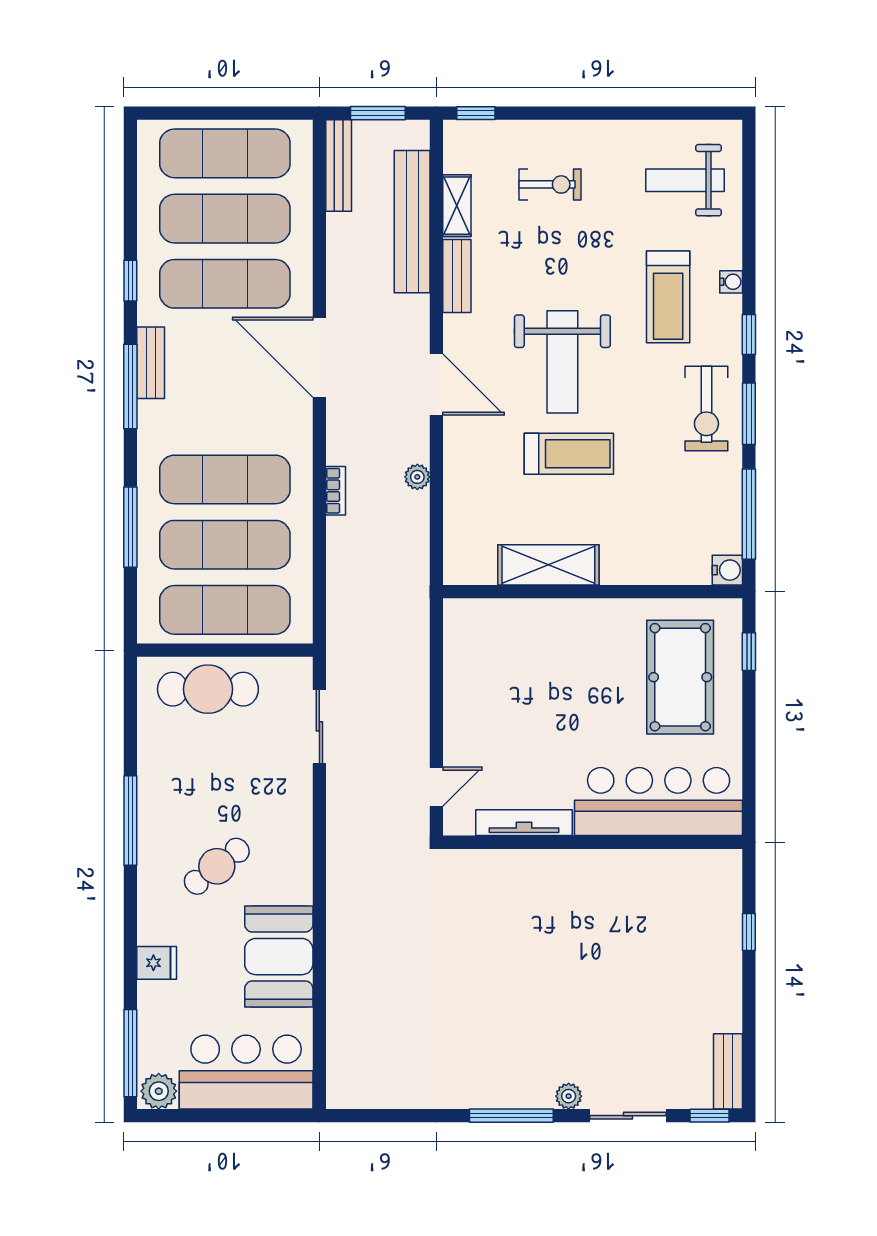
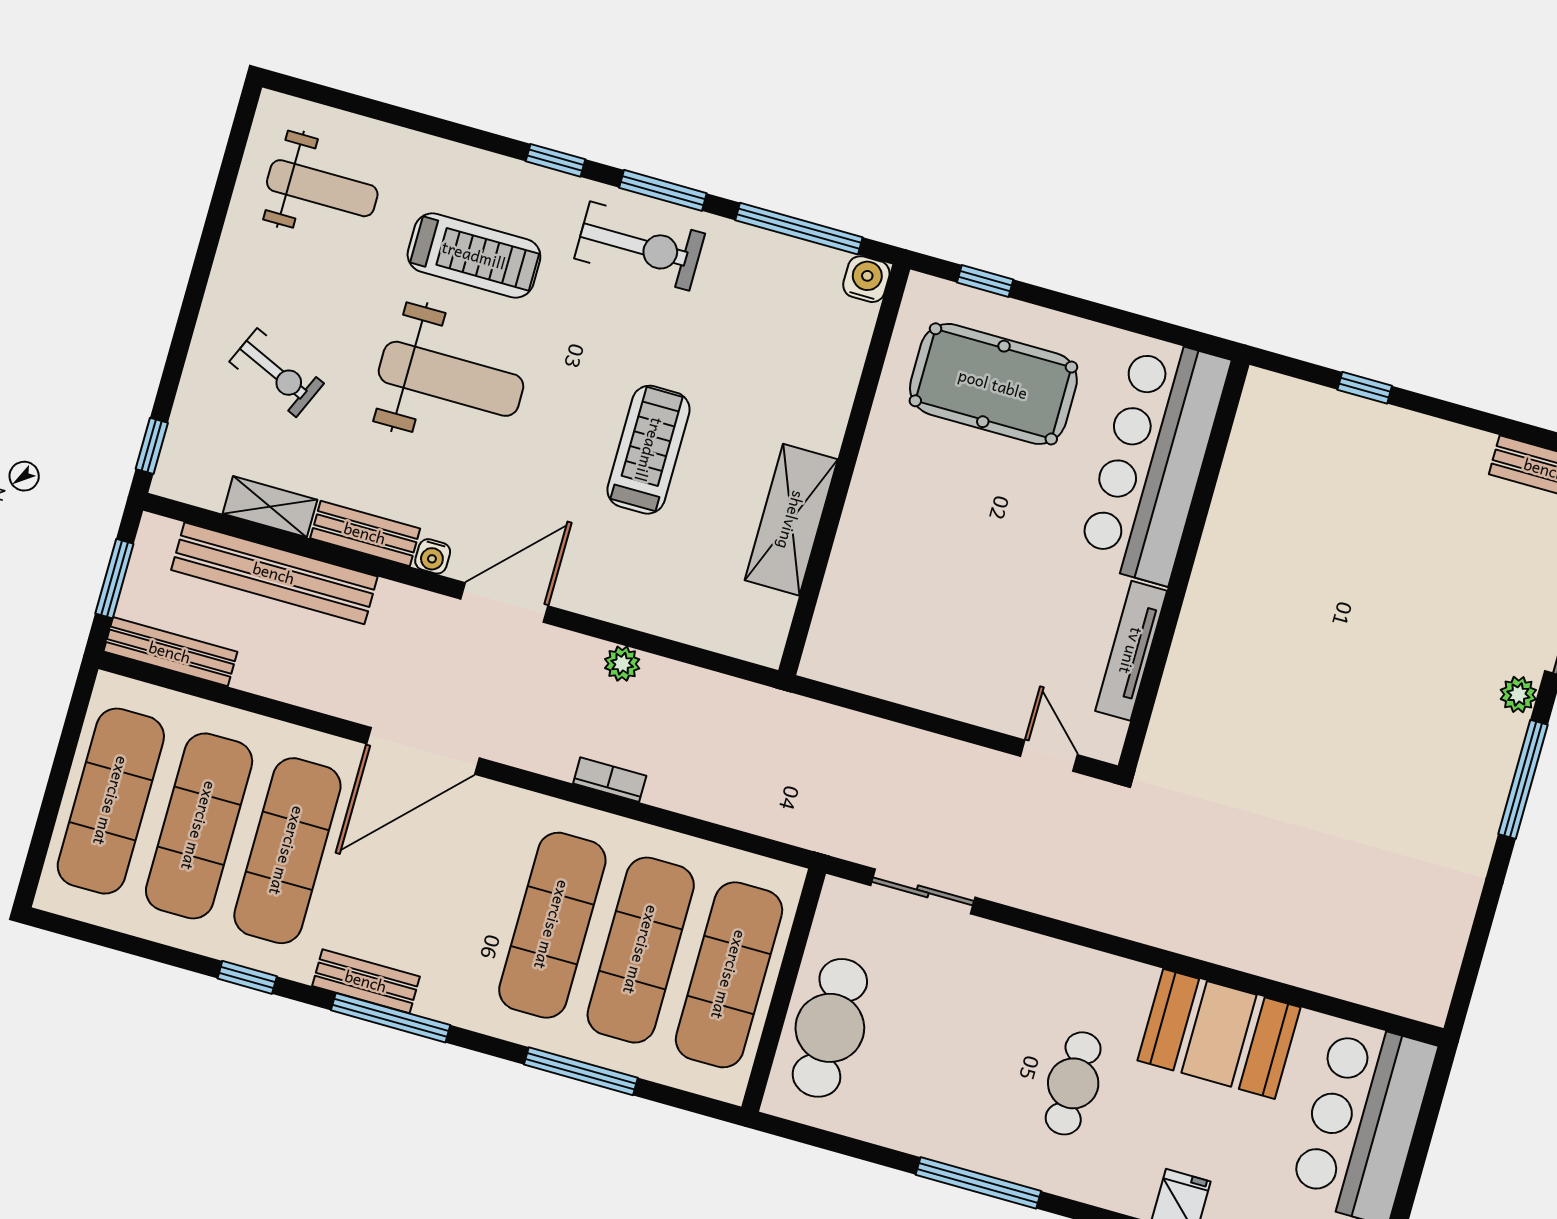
weight bench: (685, 180) -> (322, 188), turned -90
exercise bike: (550, 184) -> (277, 373), turned 114
water cooler: (731, 282) -> (433, 556), moved, turned 180
weight bench: (562, 362) -> (451, 379), moved
cafe table: (217, 866) -> (1073, 1083), turned 38

